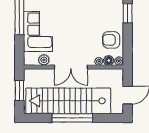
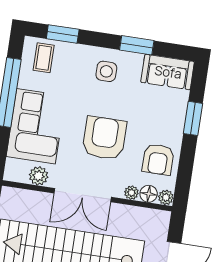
armchair: (78, 32) -> (104, 138), added
armchair: (111, 40) -> (158, 159), turned -90

